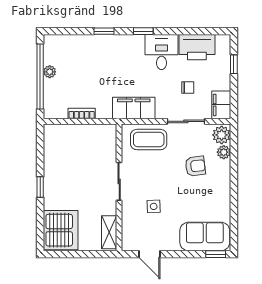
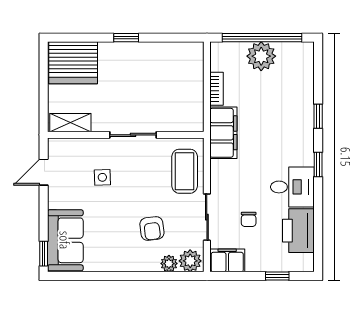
plant: (50, 72) -> (261, 56), width x1.88, depth x1.88
filing cabinet: (134, 108) -> (223, 133), moved

